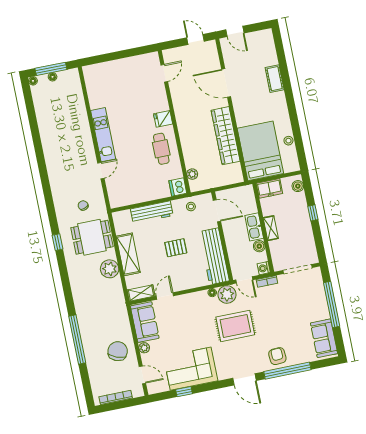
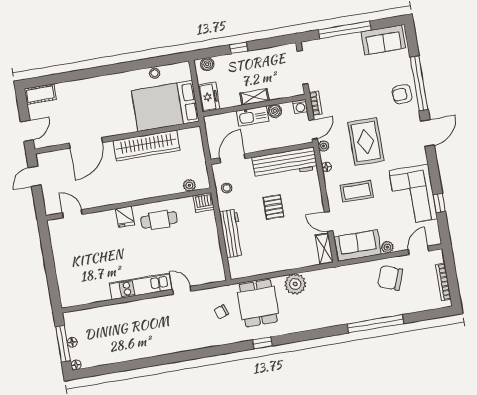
cot: (275, 79) -> (40, 94), moved
shelving: (128, 254) -> (279, 262), removed
plant: (227, 294) -> (324, 146), width x0.53, depth x0.53
coffee table: (192, 320) -> (357, 191), added

